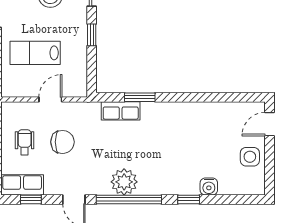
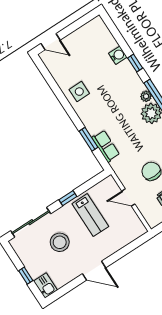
lab bench: (35, 53) -> (90, 215), moved
side table: (250, 157) -> (79, 92), moved
plant: (146, 188) -> (146, 96), added

